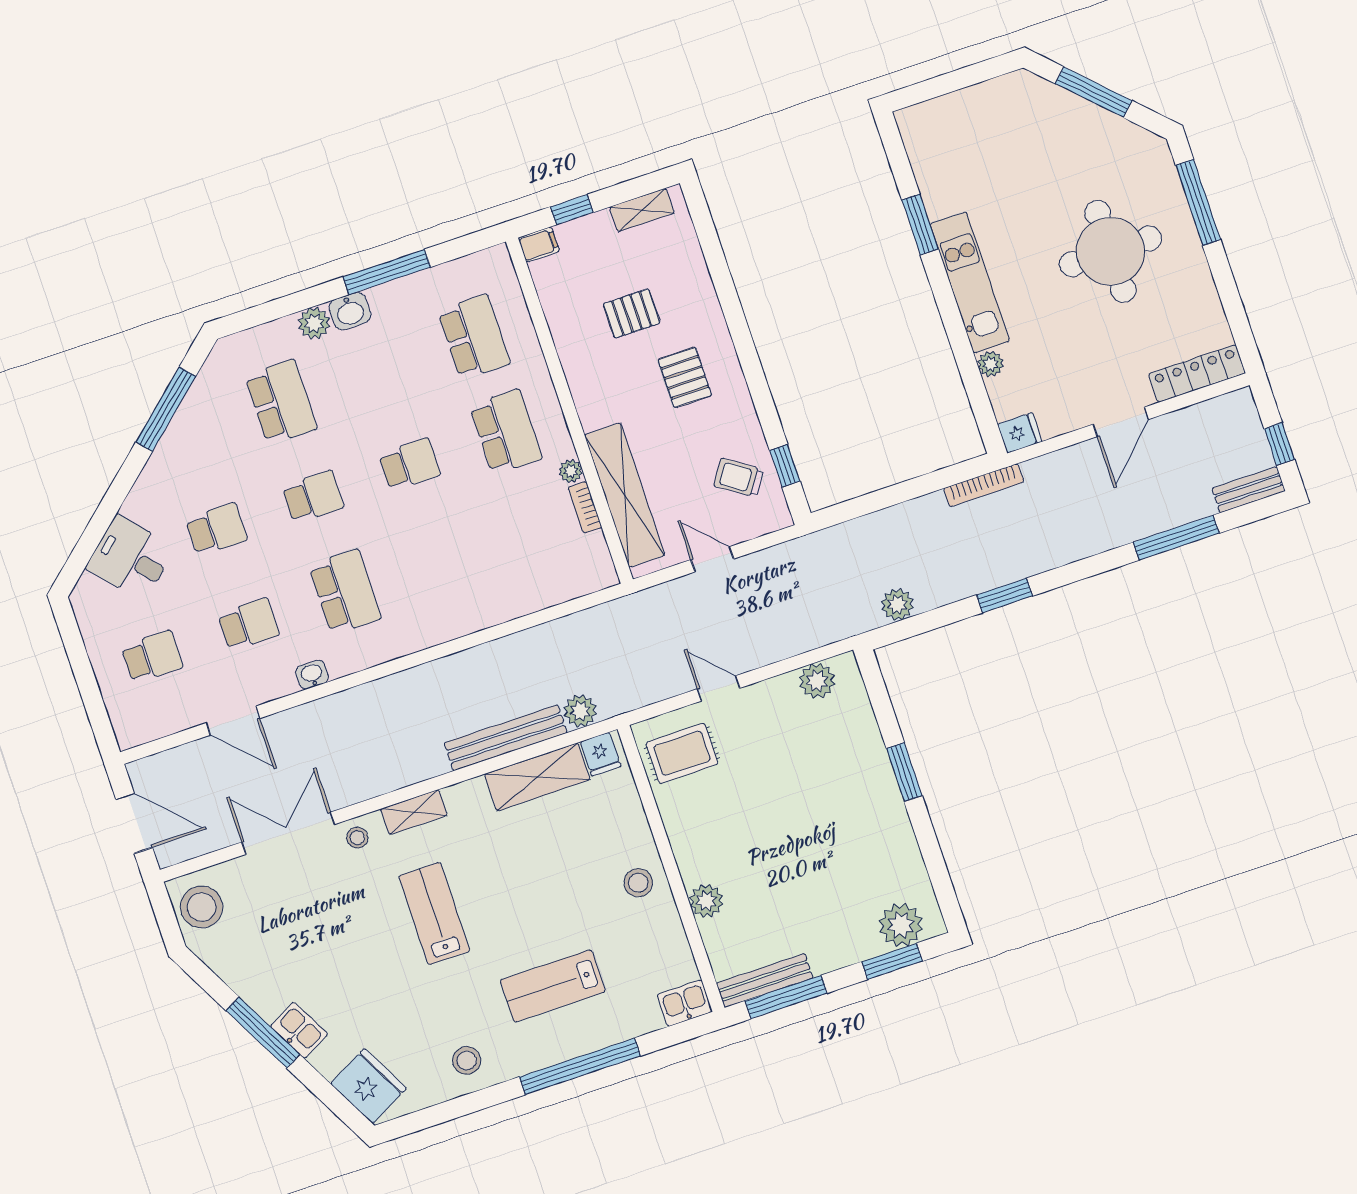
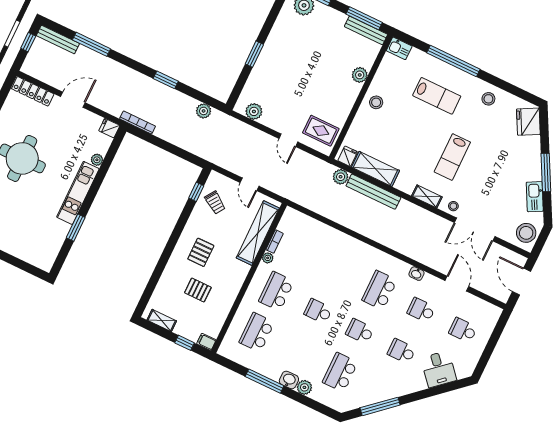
bench: (1248, 490) -> (58, 40), width x1.36
kitchen sink: (299, 1030) -> (535, 197), moved, width x1.38

